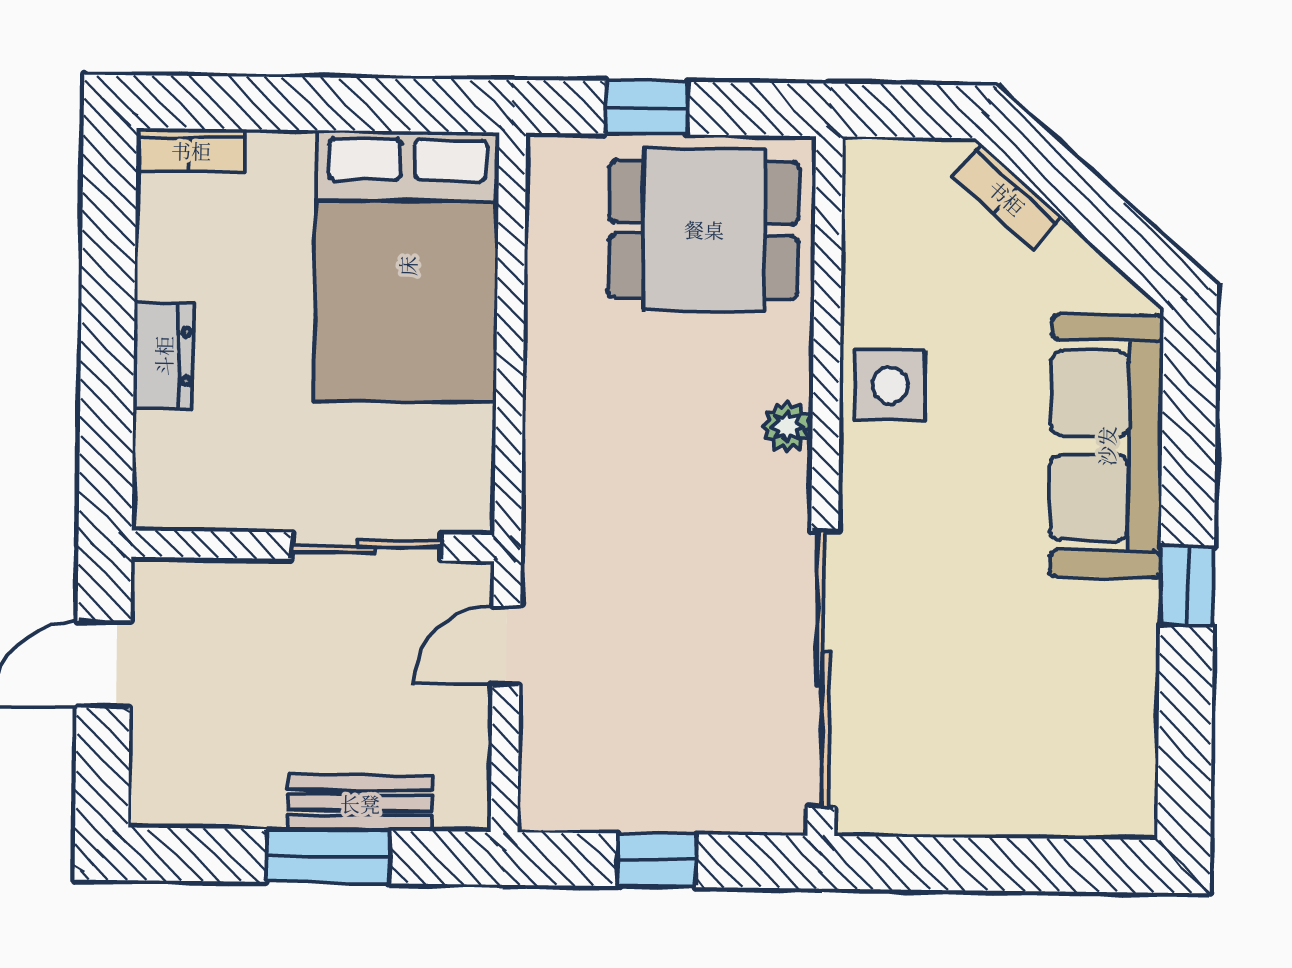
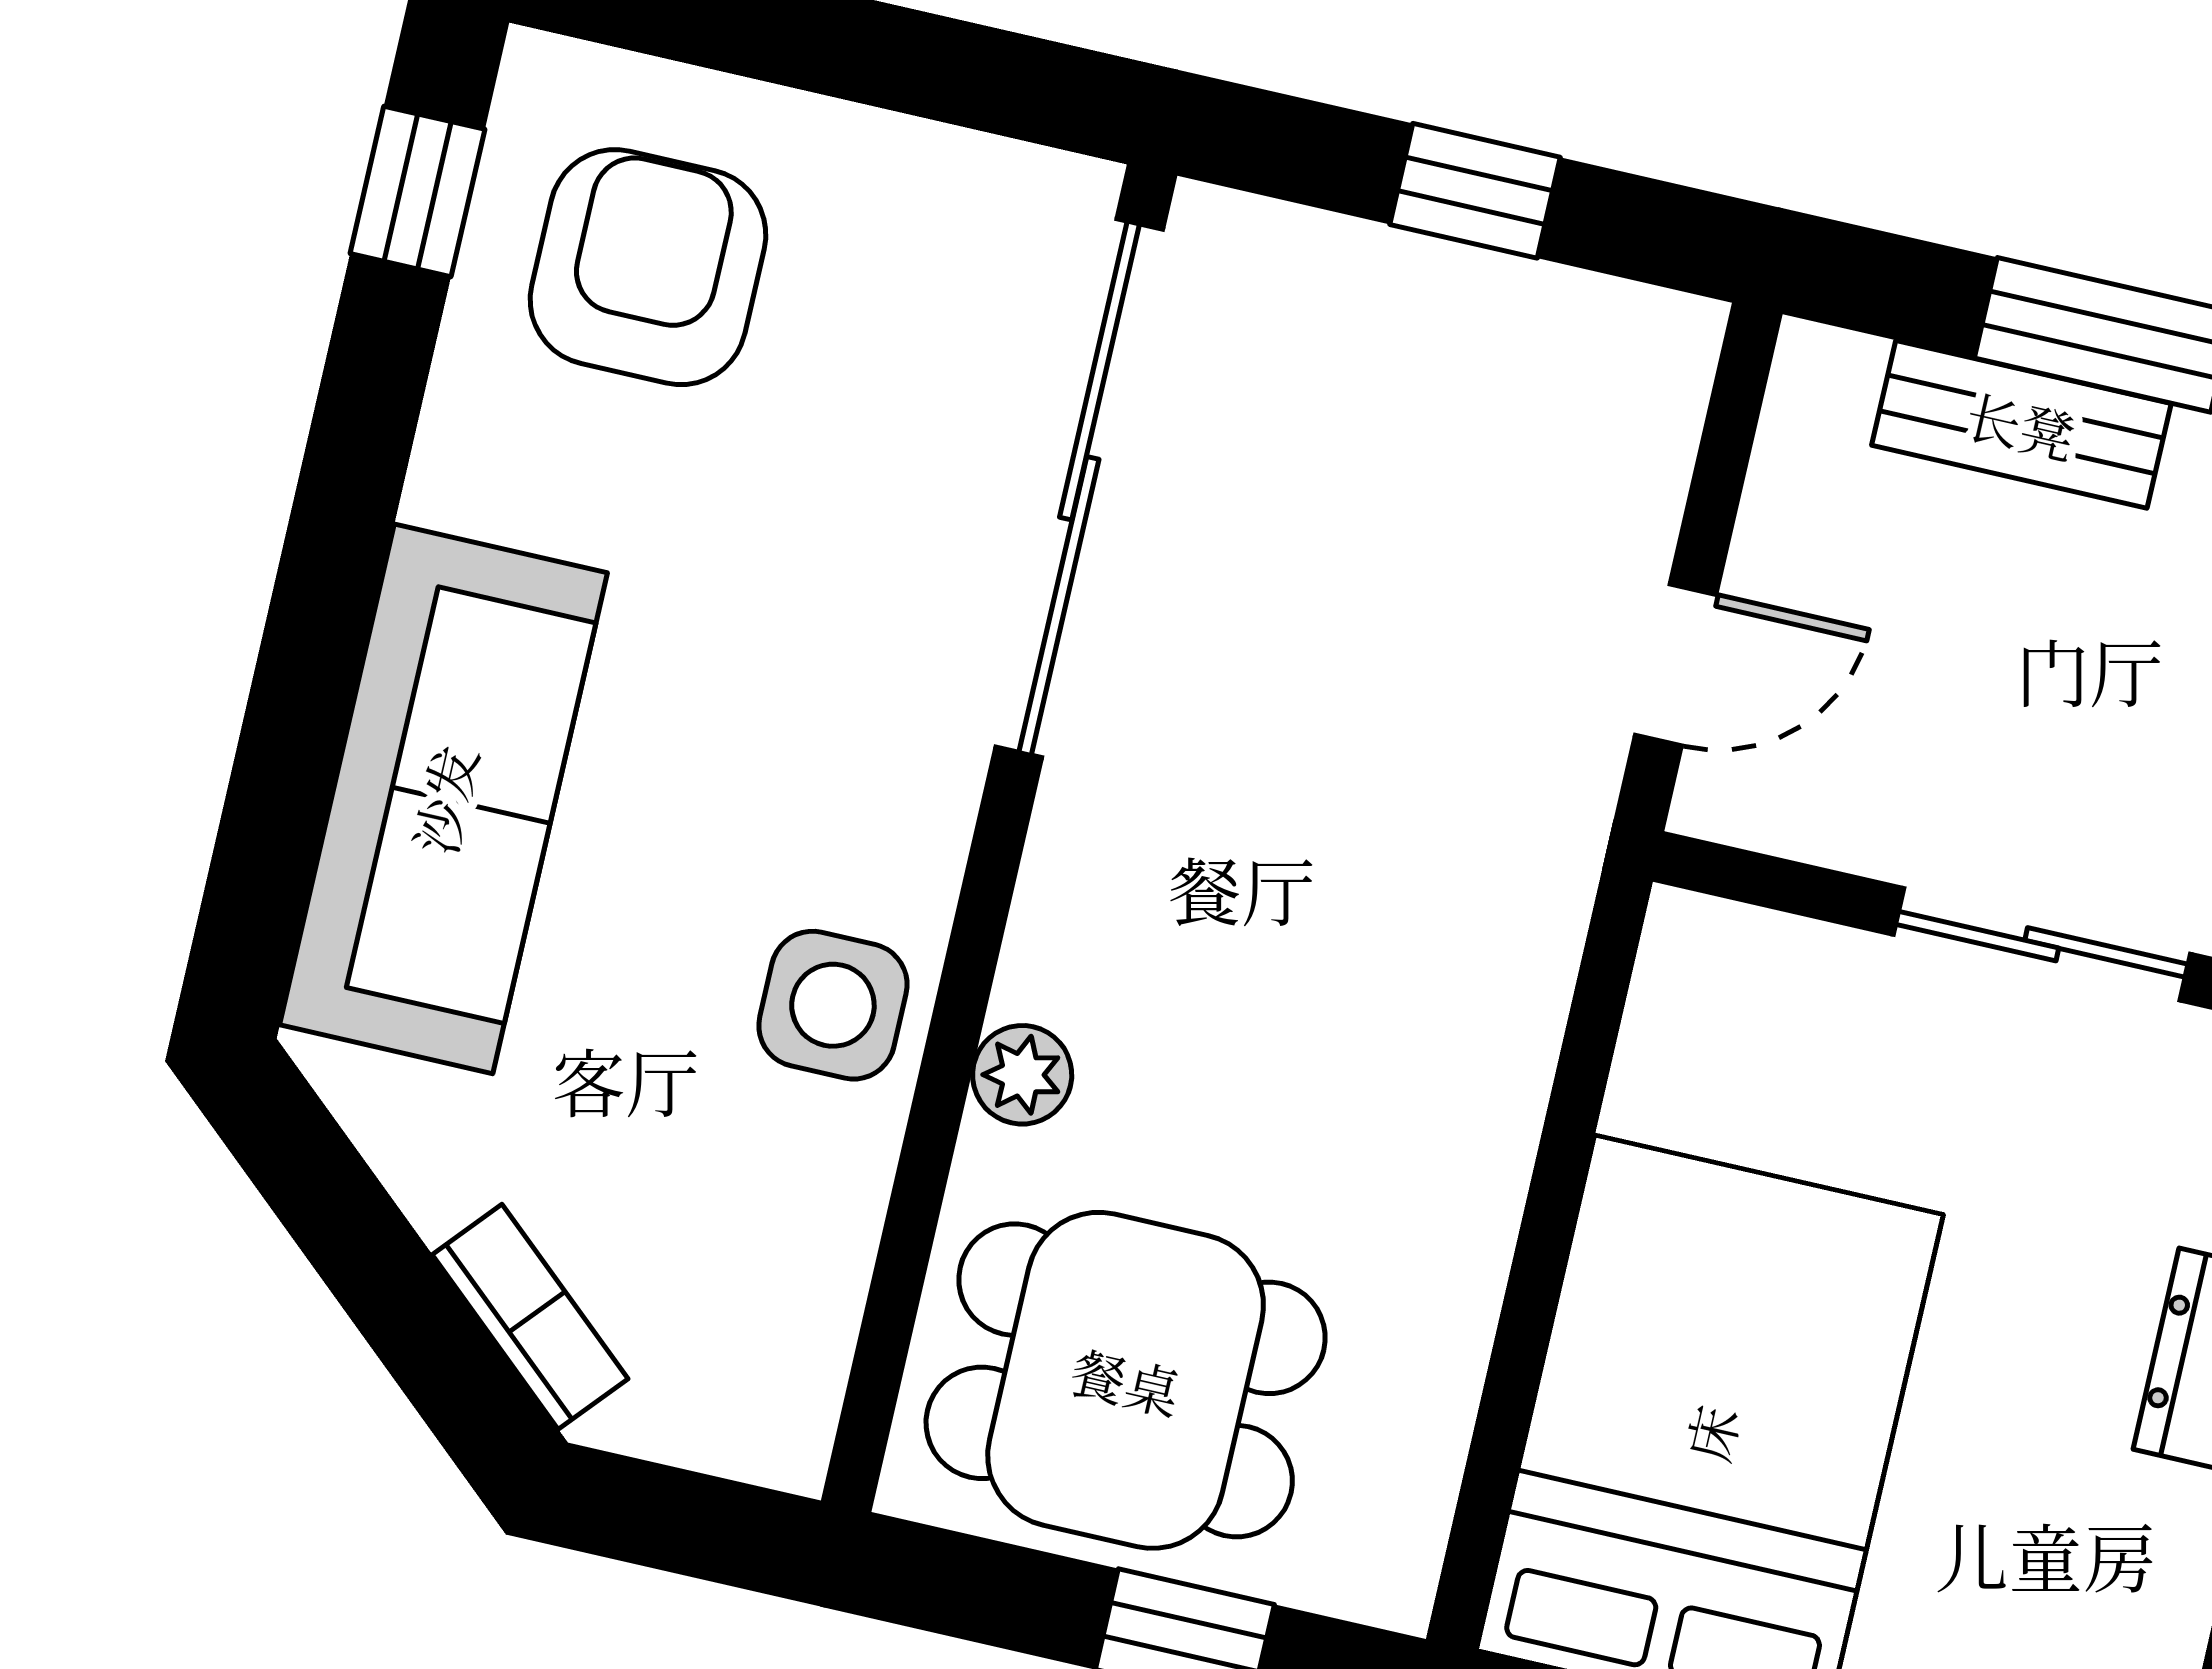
plant: (787, 427) -> (1022, 1075), moved
sliding door: (366, 547) -> (2042, 944), moved
window: (1187, 586) -> (417, 191), moved
armchair: (1062, 733) -> (648, 267), added

